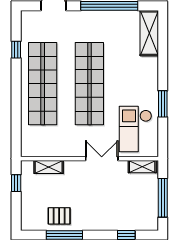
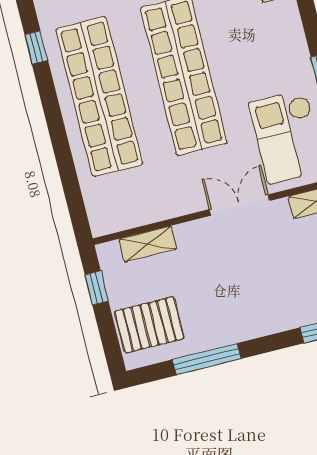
pallet: (59, 216) -> (149, 325), moved, width x1.50, depth x1.42

